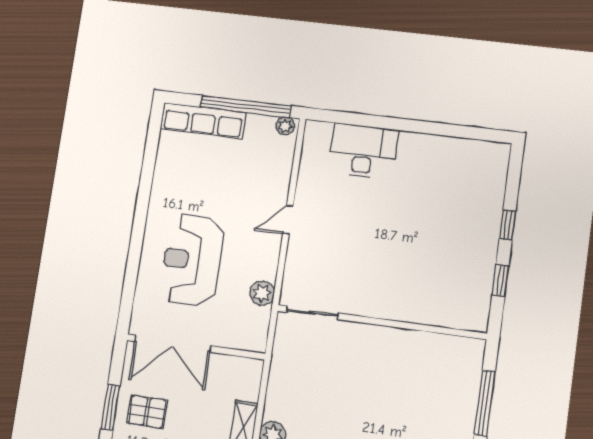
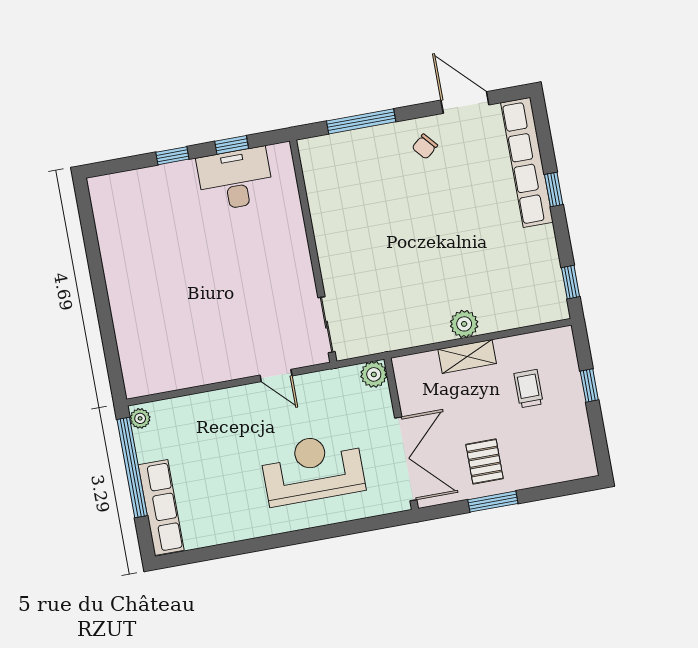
desk: (363, 151) -> (235, 179), moved, turned 90
door: (288, 220) -> (276, 375), moved
reception desk: (192, 260) -> (313, 469), turned 180
plant: (262, 293) -> (374, 374), moved

